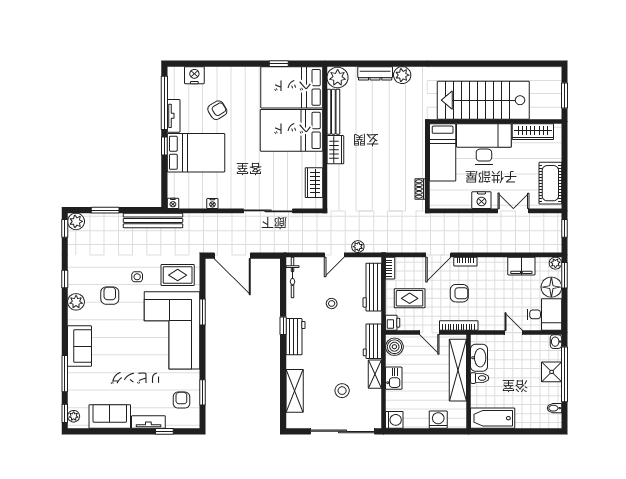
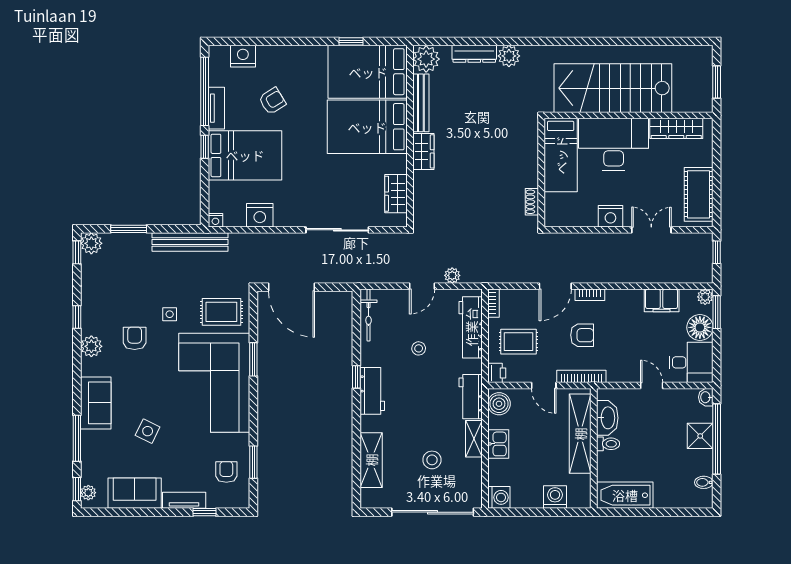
nightstand: (212, 204) -> (260, 215), width x1.89, depth x1.79
side table: (120, 368) -> (148, 431), added

